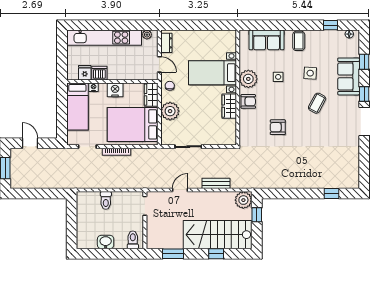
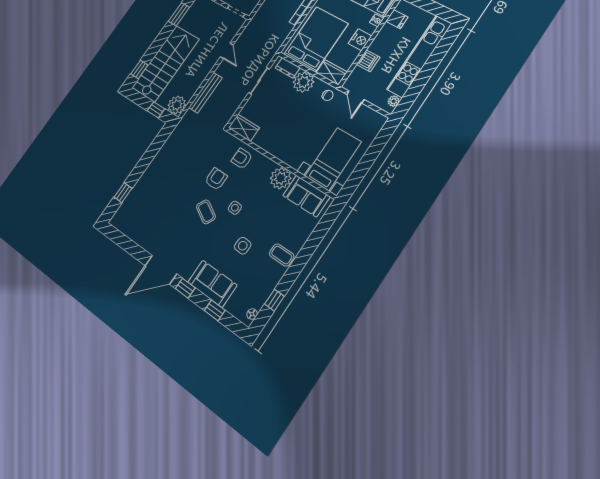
sofa: (267, 40) -> (306, 196), moved, turned -90
dresser: (166, 43) -> (288, 68), moved
door: (159, 64) -> (355, 97), hinge flipped
dishwasher: (99, 73) -> (368, 61), moved
bed with nightstands: (212, 73) -> (333, 159), moved
side table: (278, 77) -> (235, 208), moved
armchair: (248, 101) -> (242, 159), moved, turned 90
coffee table: (317, 103) -> (206, 212), moved
wardrobe: (229, 106) -> (244, 128), moved
bench: (216, 183) -> (206, 93), width x1.36
window: (216, 254) -> (139, 70), moved

